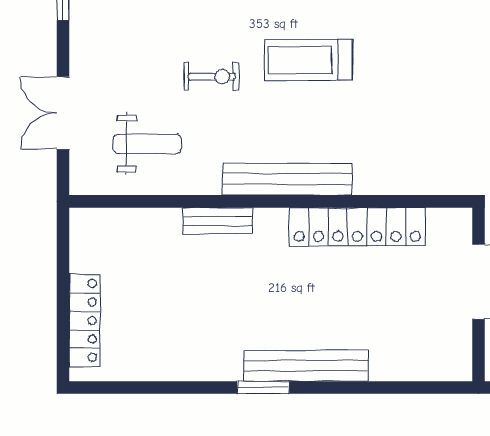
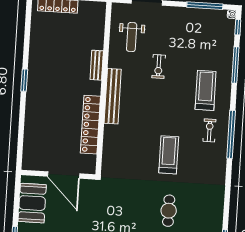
treadmill: (309, 60) -> (169, 155), moved
bench: (306, 366) -> (32, 99), removed

